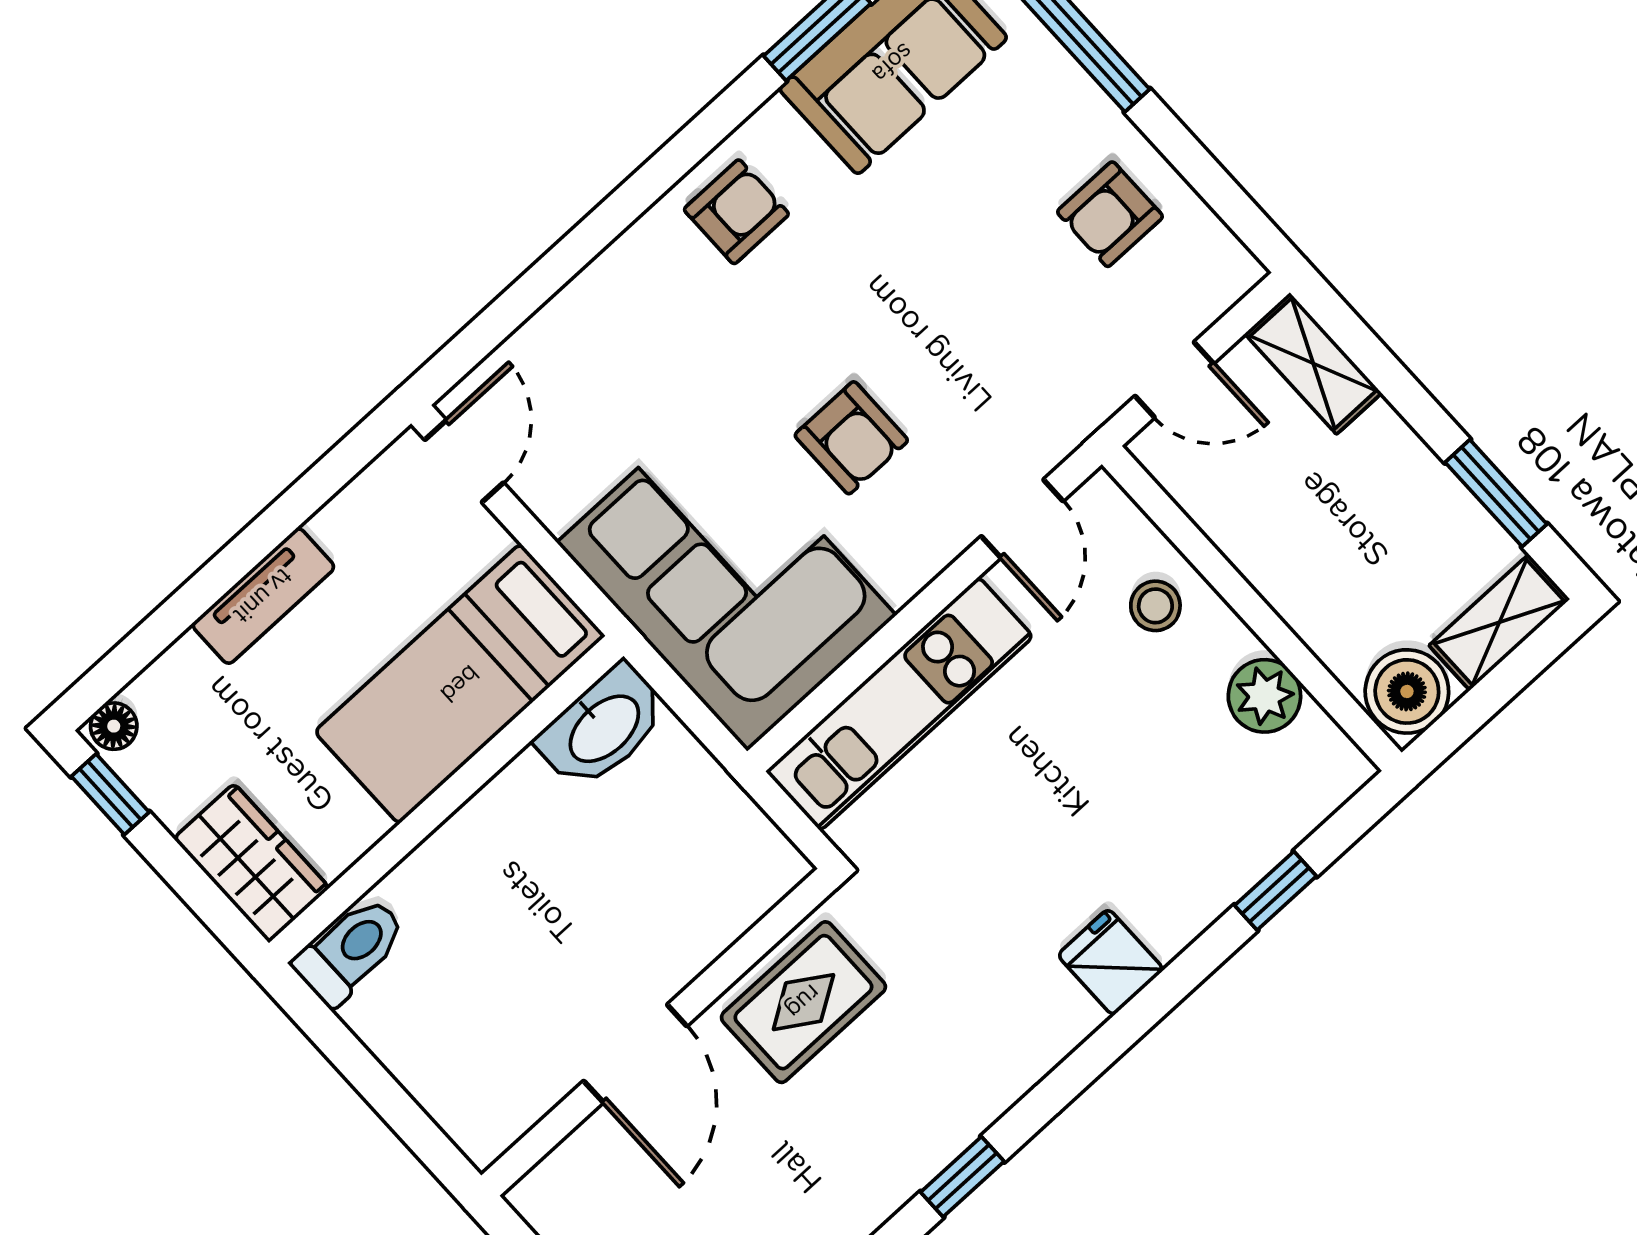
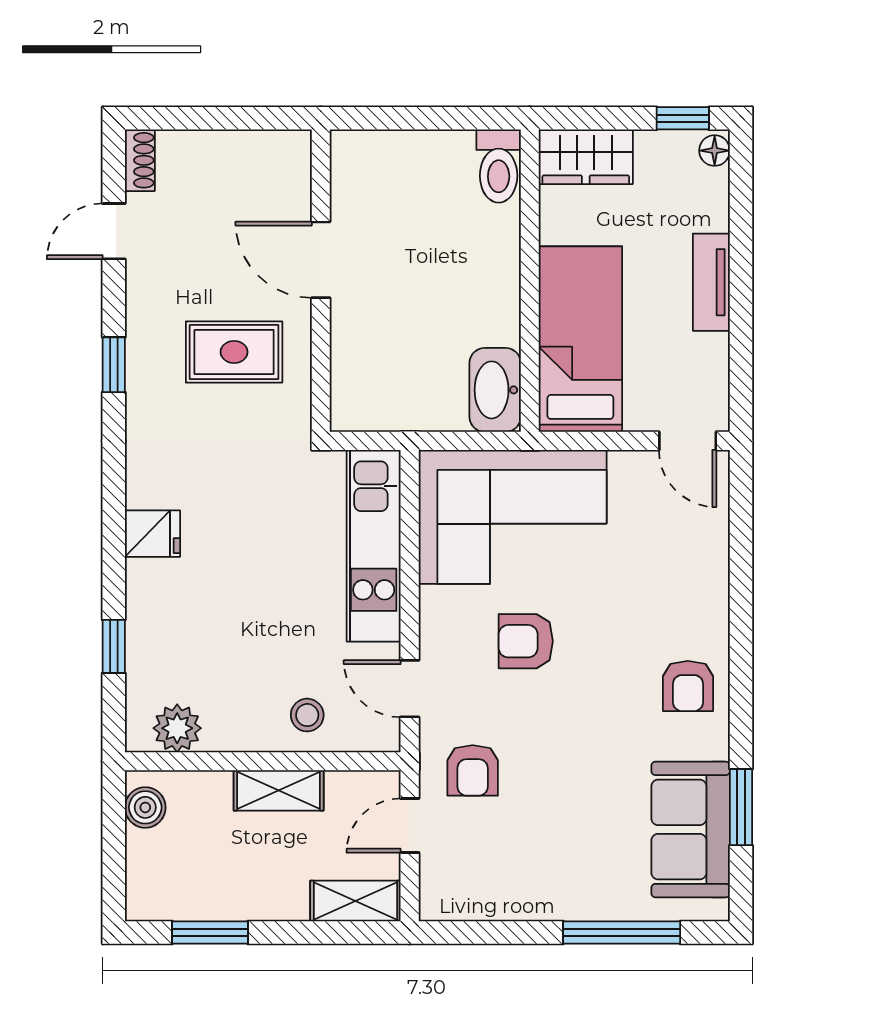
armchair: (1110, 214) -> (473, 770), moved, turned 180
shelving: (1499, 622) -> (279, 790), moved, turned 90
boiler: (1407, 691) -> (145, 807), width x0.73, depth x0.73
plant: (1264, 696) -> (177, 728), moved
rug: (803, 1002) -> (234, 352), moved, turned 90

